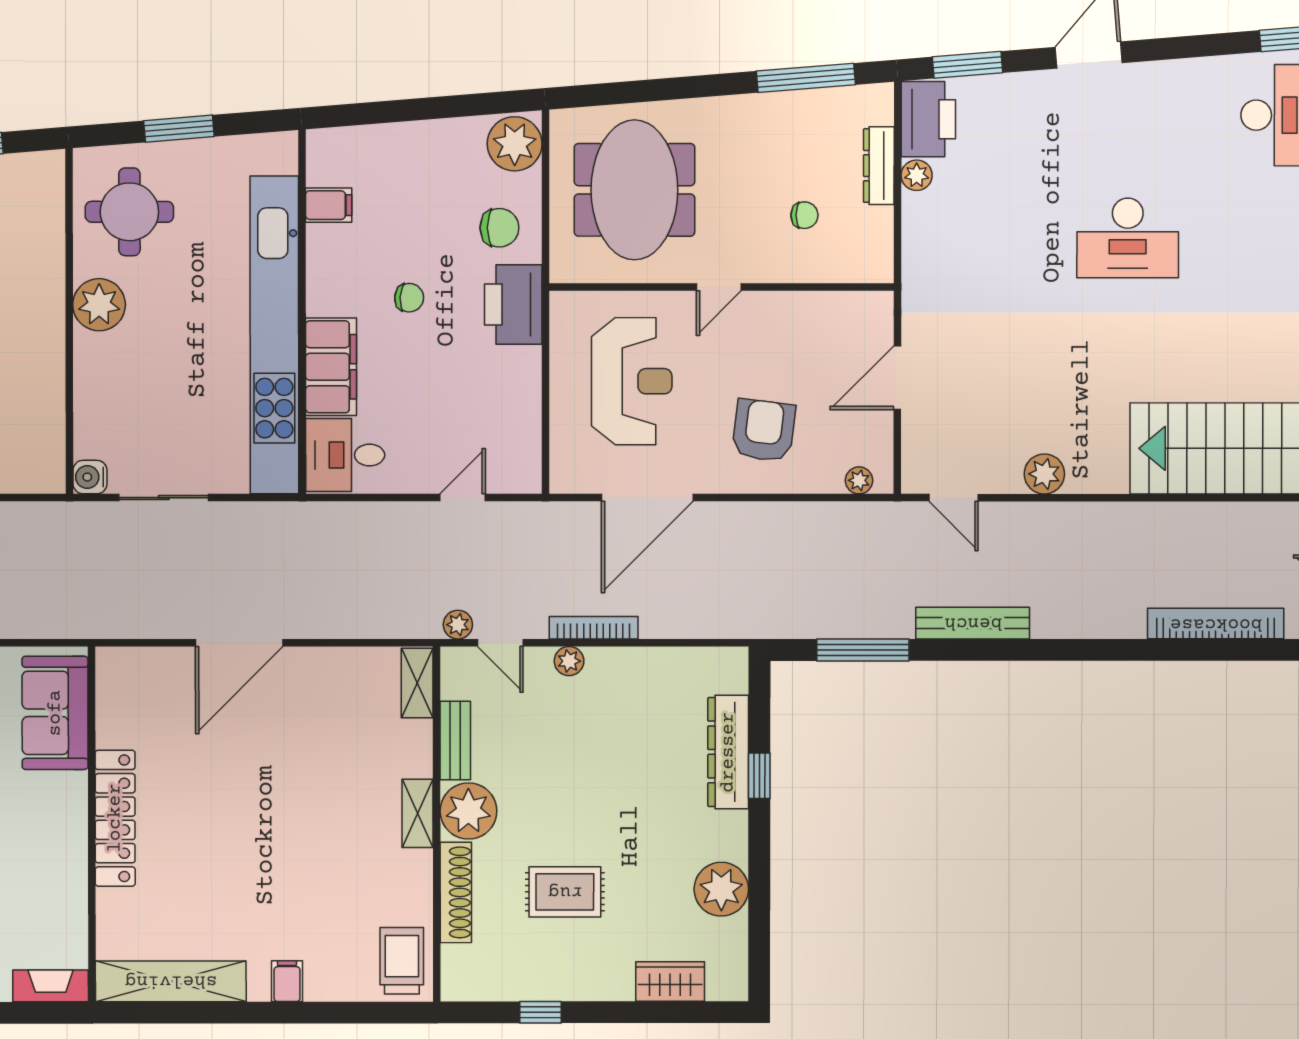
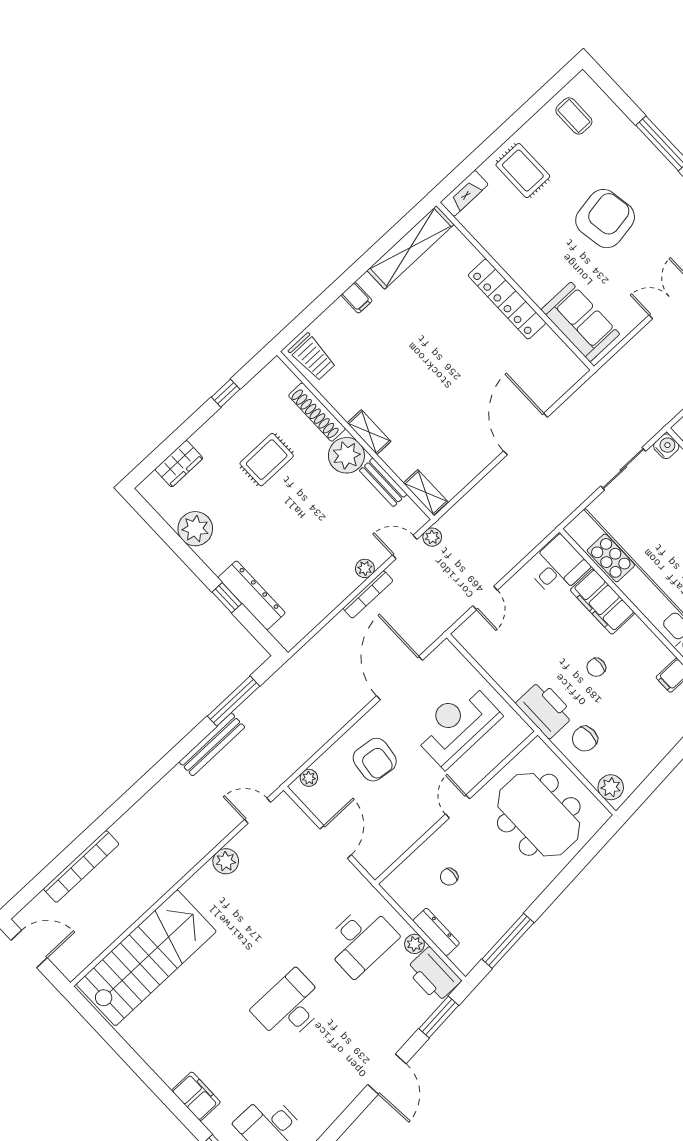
plant: (515, 144) -> (611, 787), width x0.73, depth x0.73
desk: (975, 238) -> (360, 940), added
reception desk: (632, 381) -> (457, 725), turned 90
bench: (973, 623) -> (212, 744), moved

